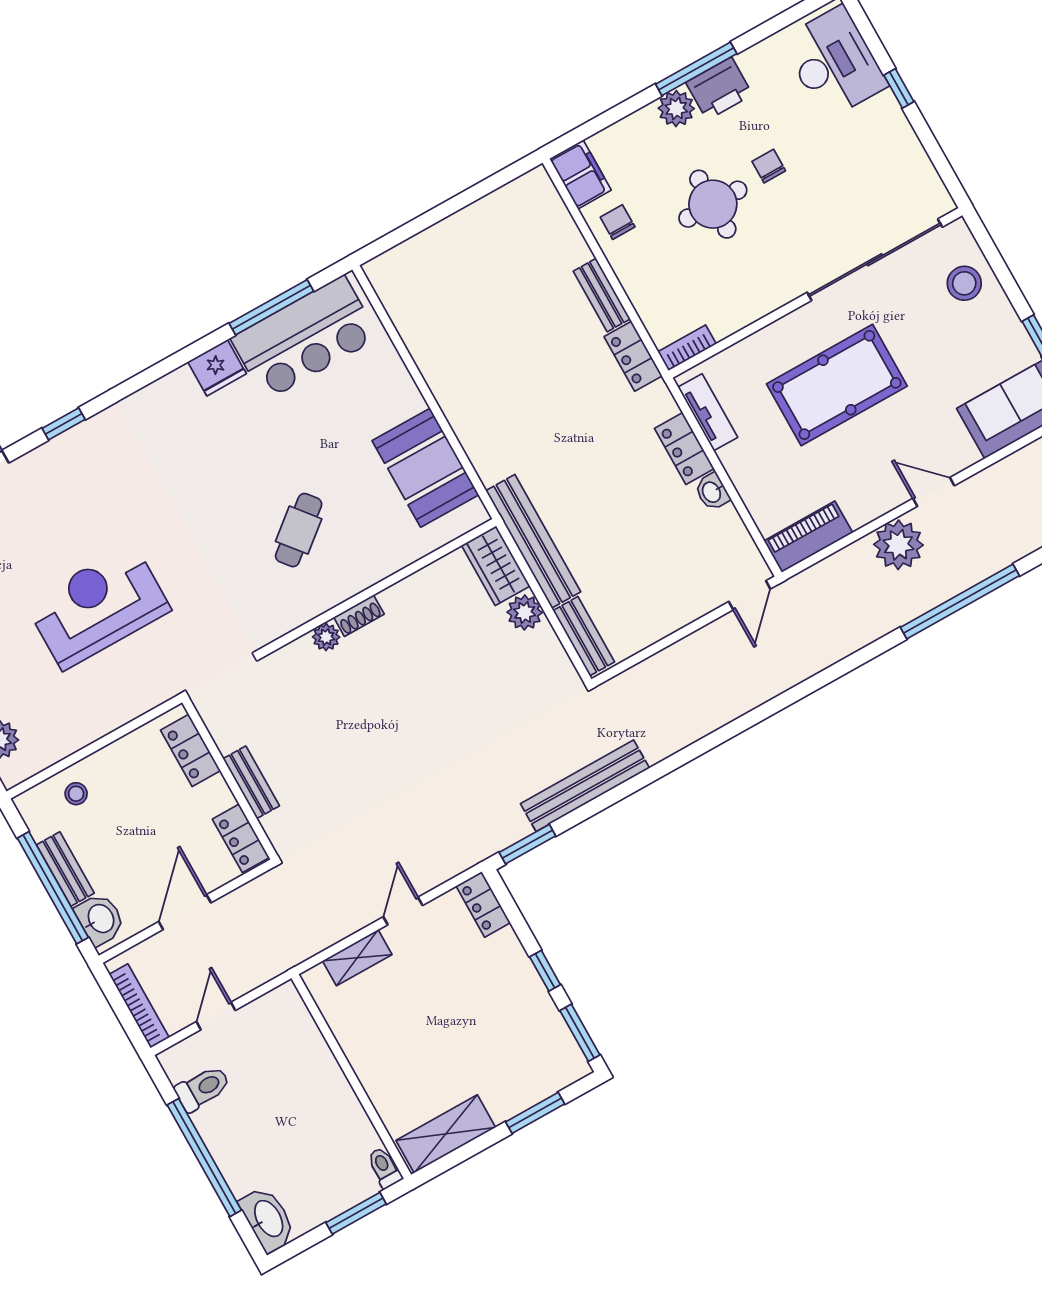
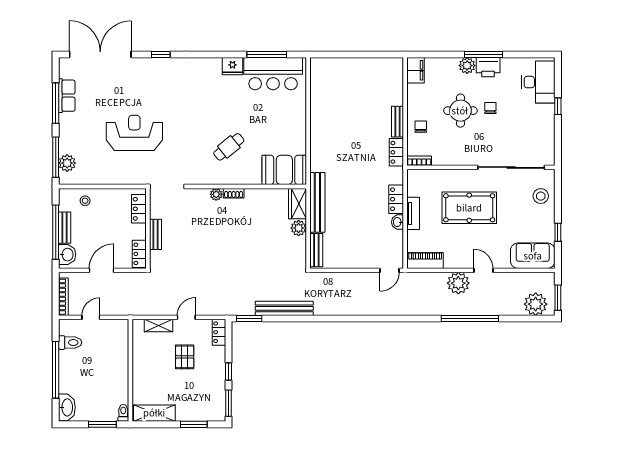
chair: (618, 222) -> (421, 127), moved
tv unit: (708, 412) -> (413, 213), moved
booth: (425, 468) -> (284, 170), moved, turned 90
pallet: (443, 990) -> (185, 357), added

